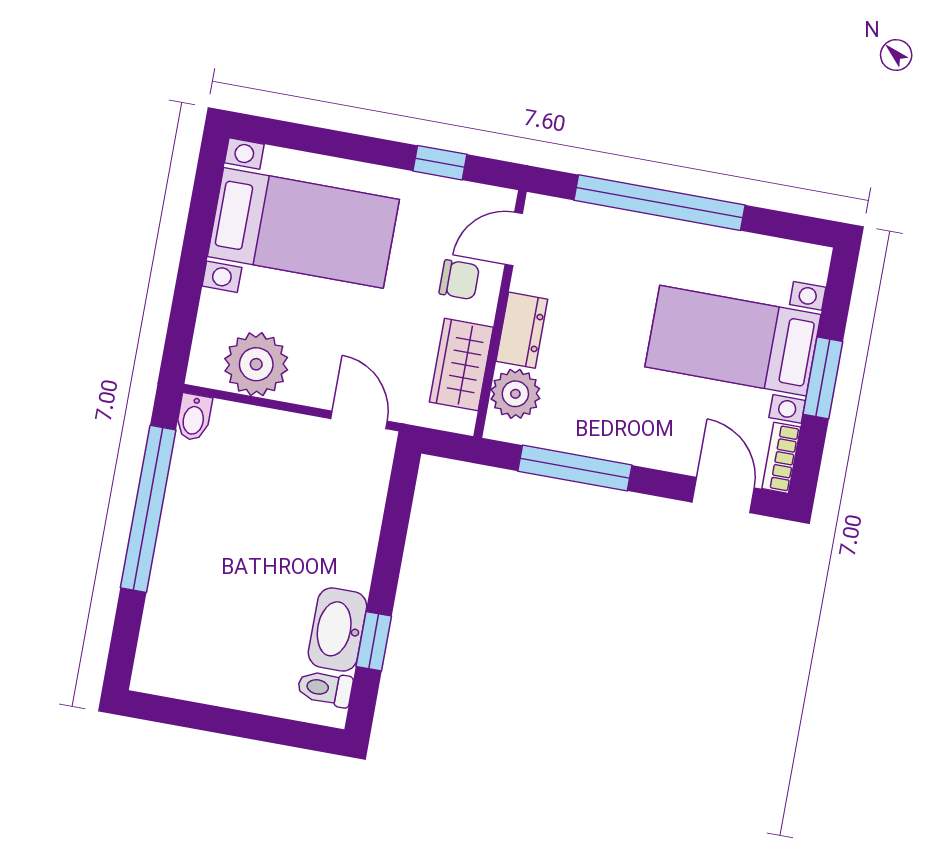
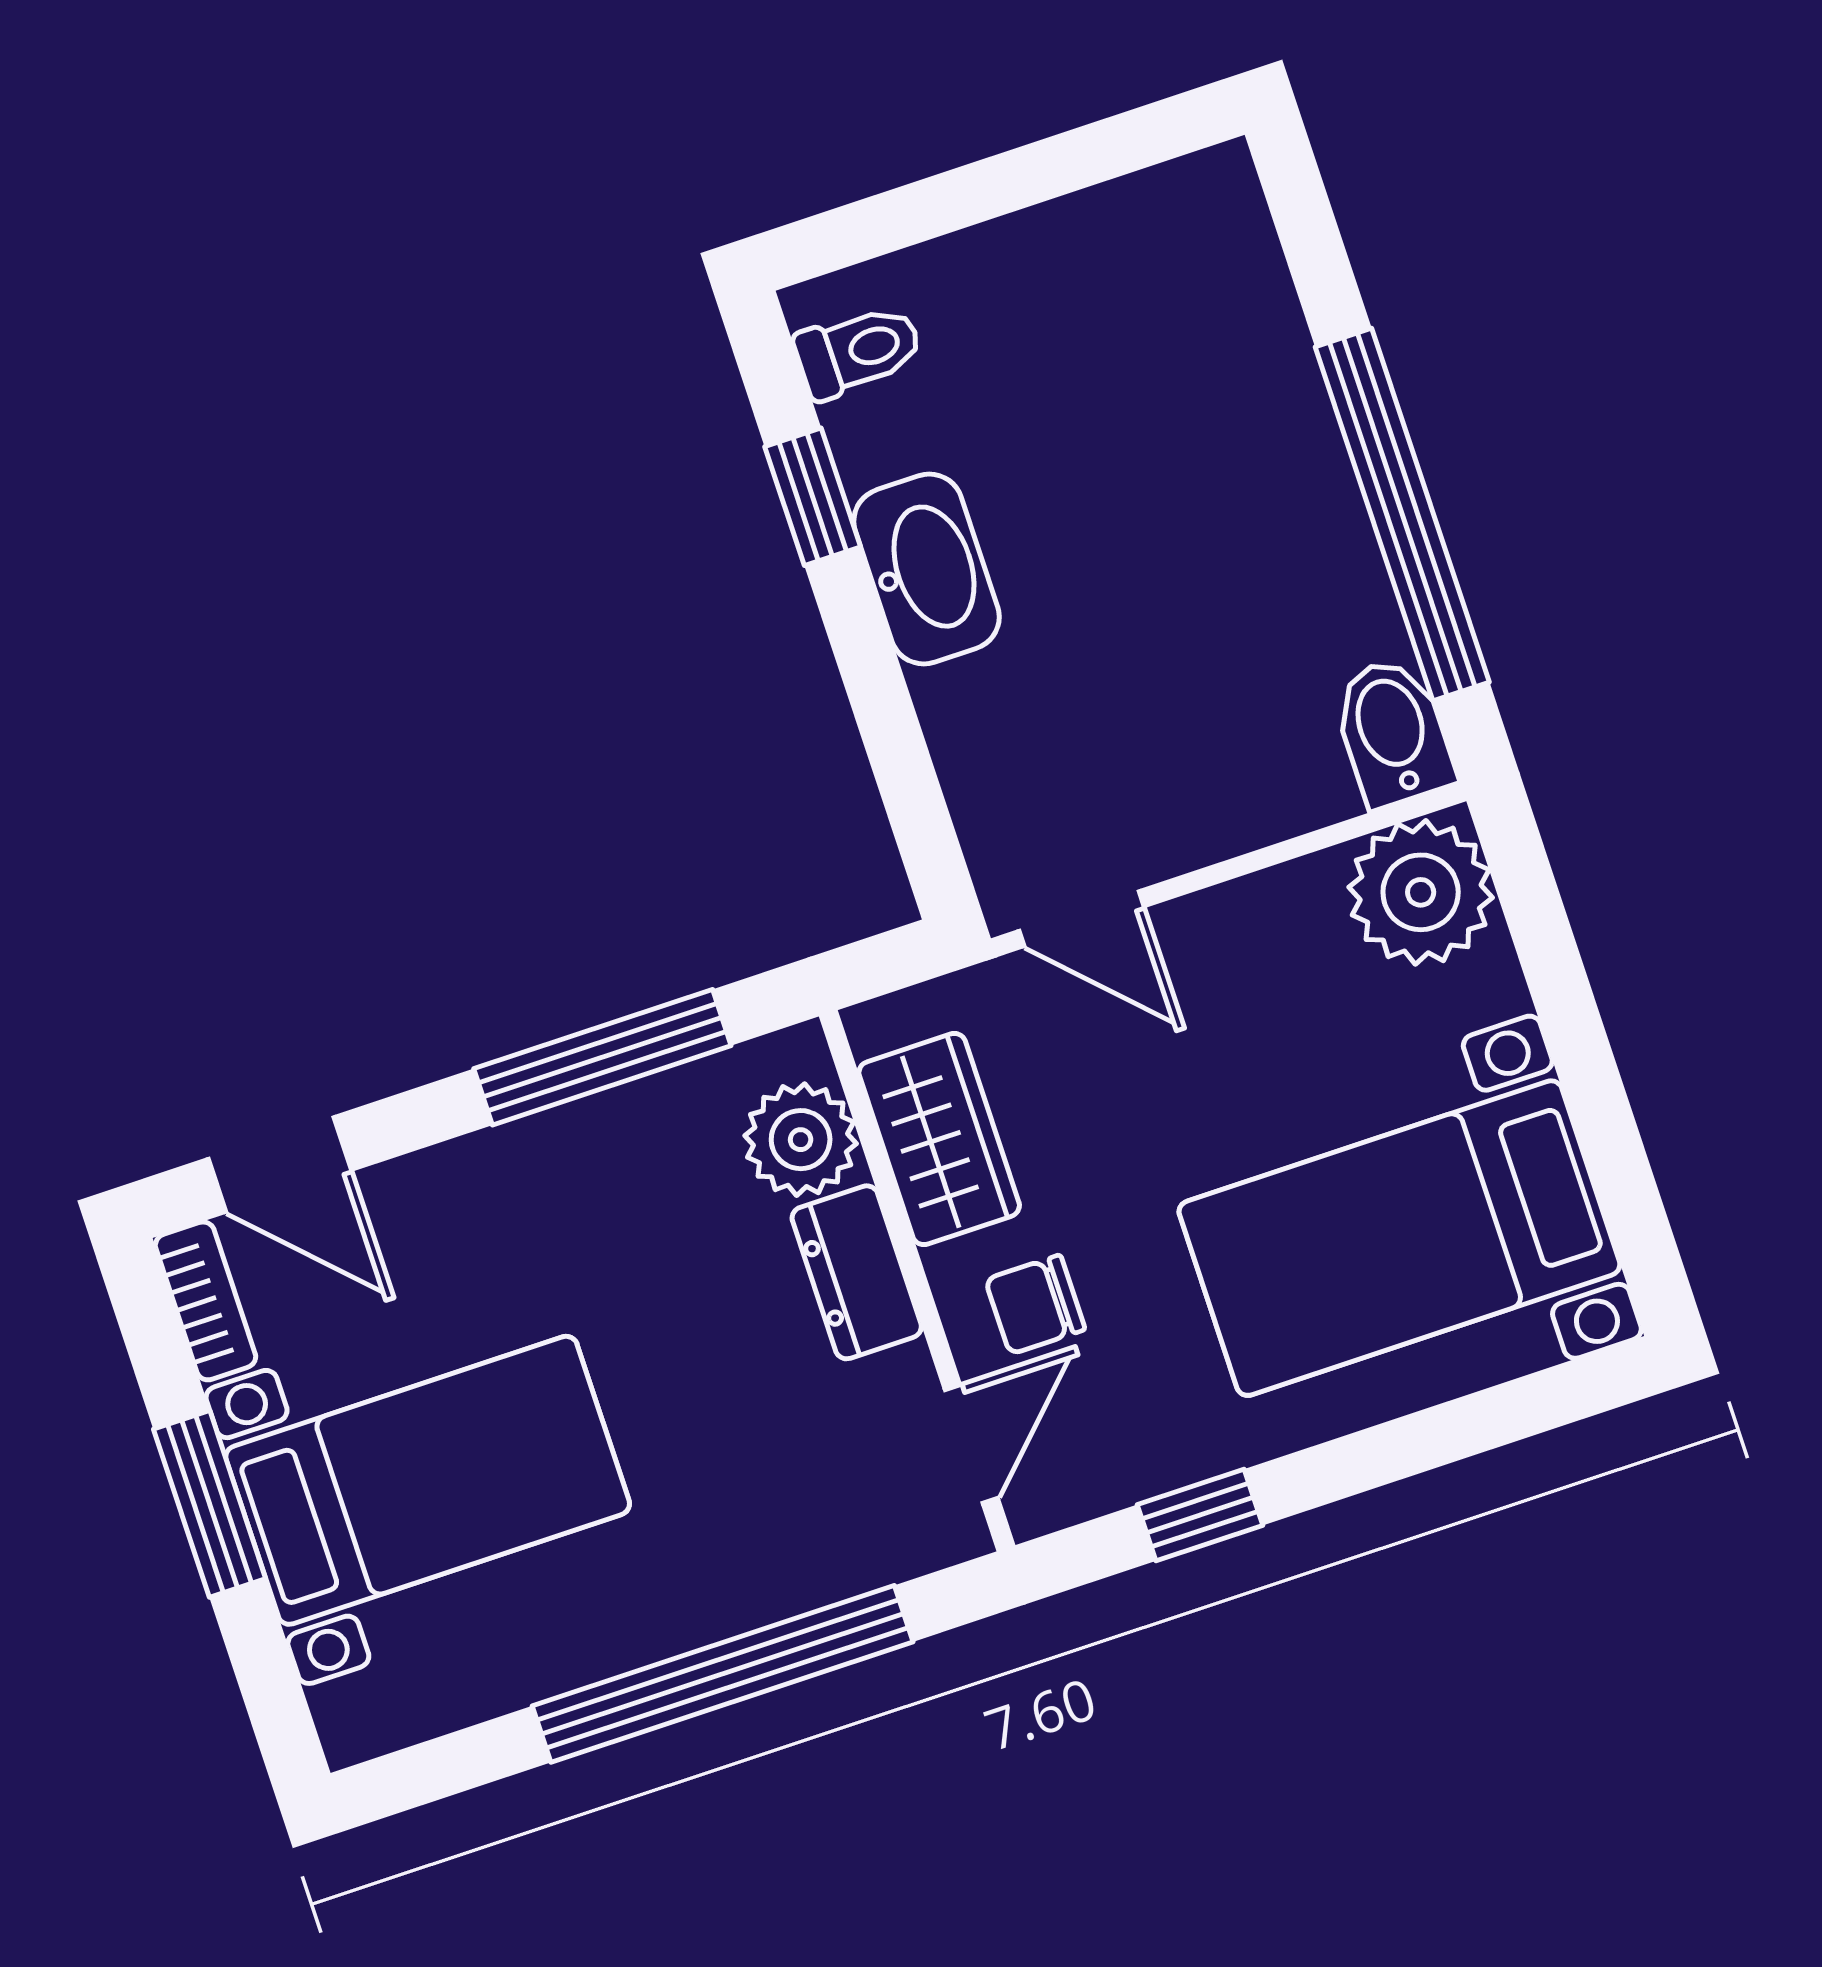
plant: (256, 364) -> (1421, 892), moved
bidet: (194, 417) -> (1393, 732), width x1.38, depth x1.36
washbasin: (337, 629) -> (927, 569), moved

